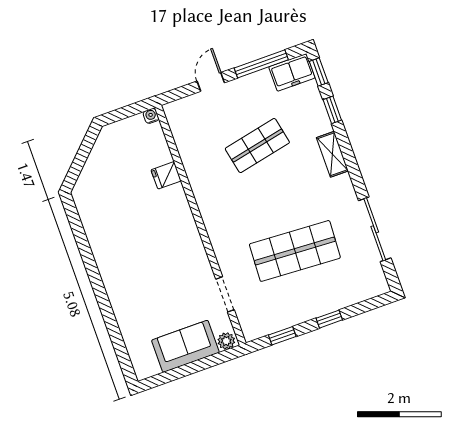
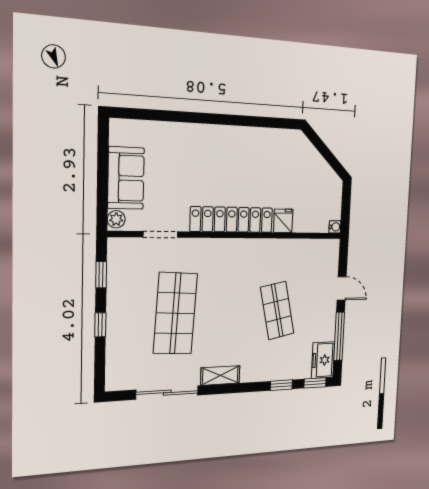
shelving: (332, 154) -> (220, 376), moved
locker: (185, 230) -> (232, 220), added

